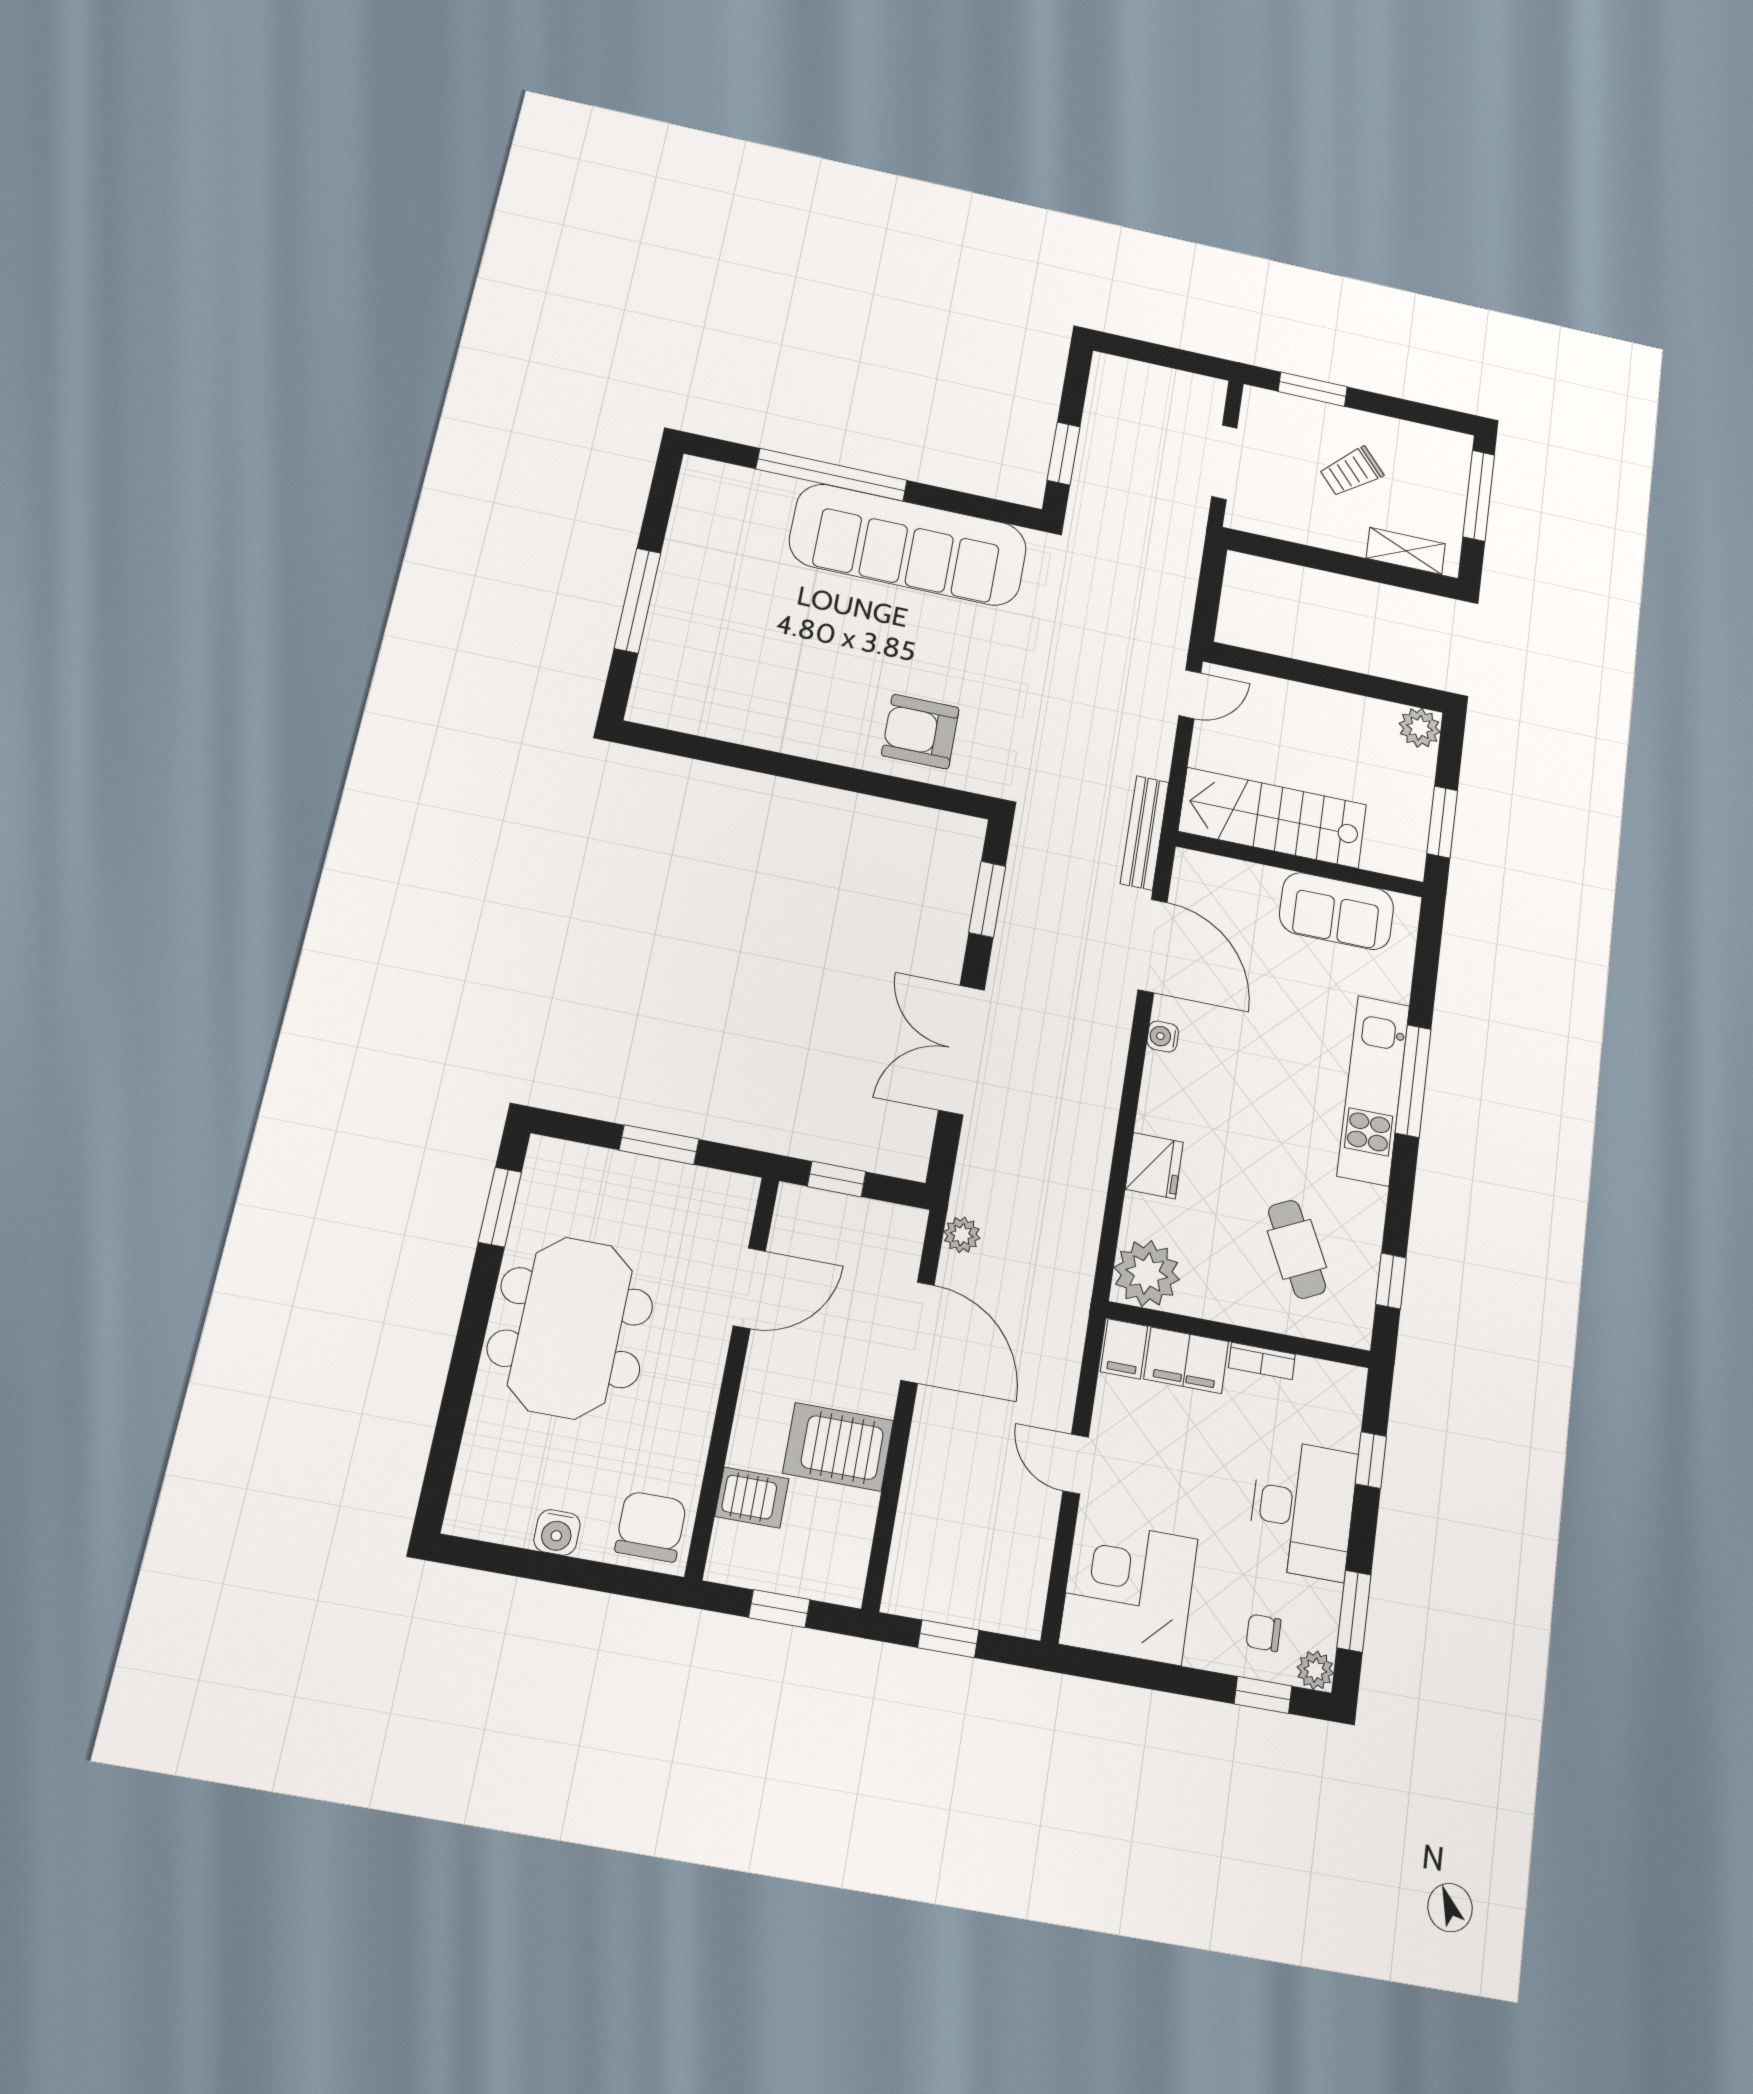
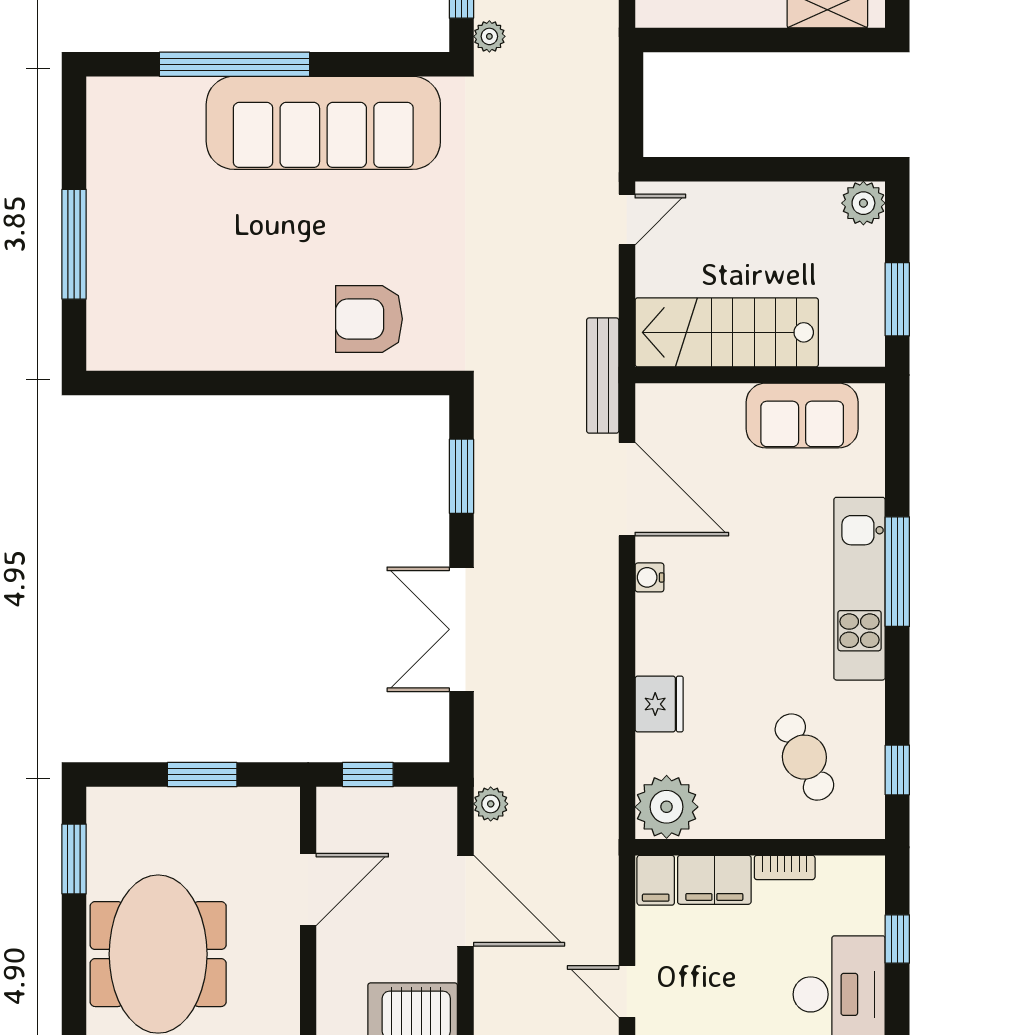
plant: (1083, 504) -> (489, 36), added

